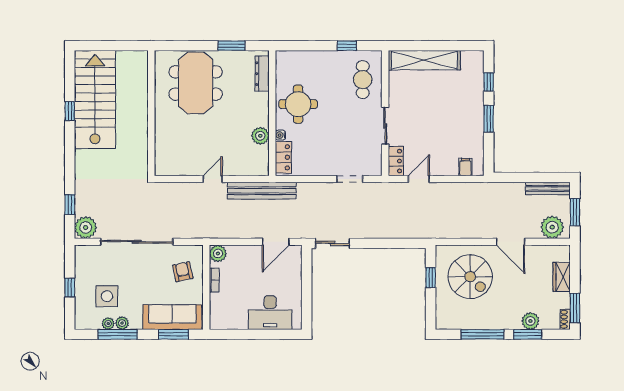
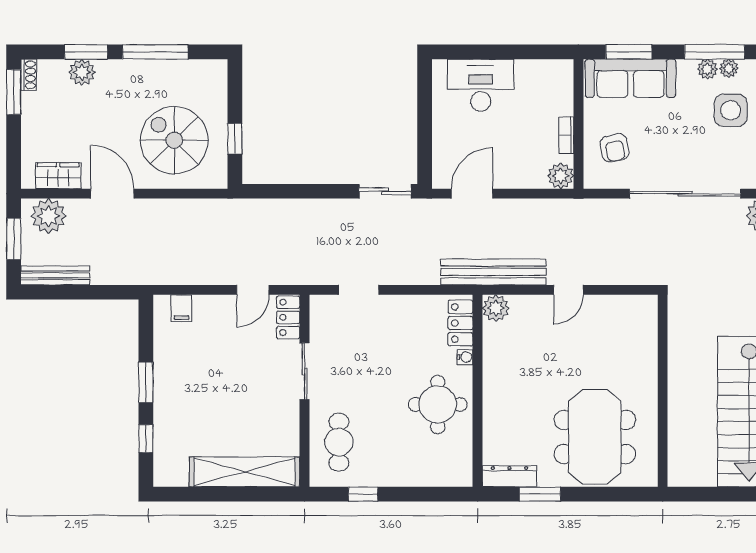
dresser: (262, 74) -> (509, 476), moved, turned -90
plant: (260, 136) -> (496, 308), moved
wardrobe: (562, 277) -> (58, 176), moved, turned -90

